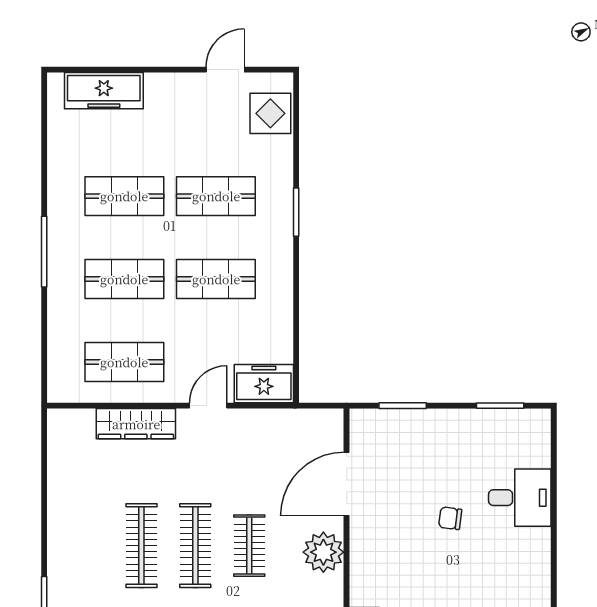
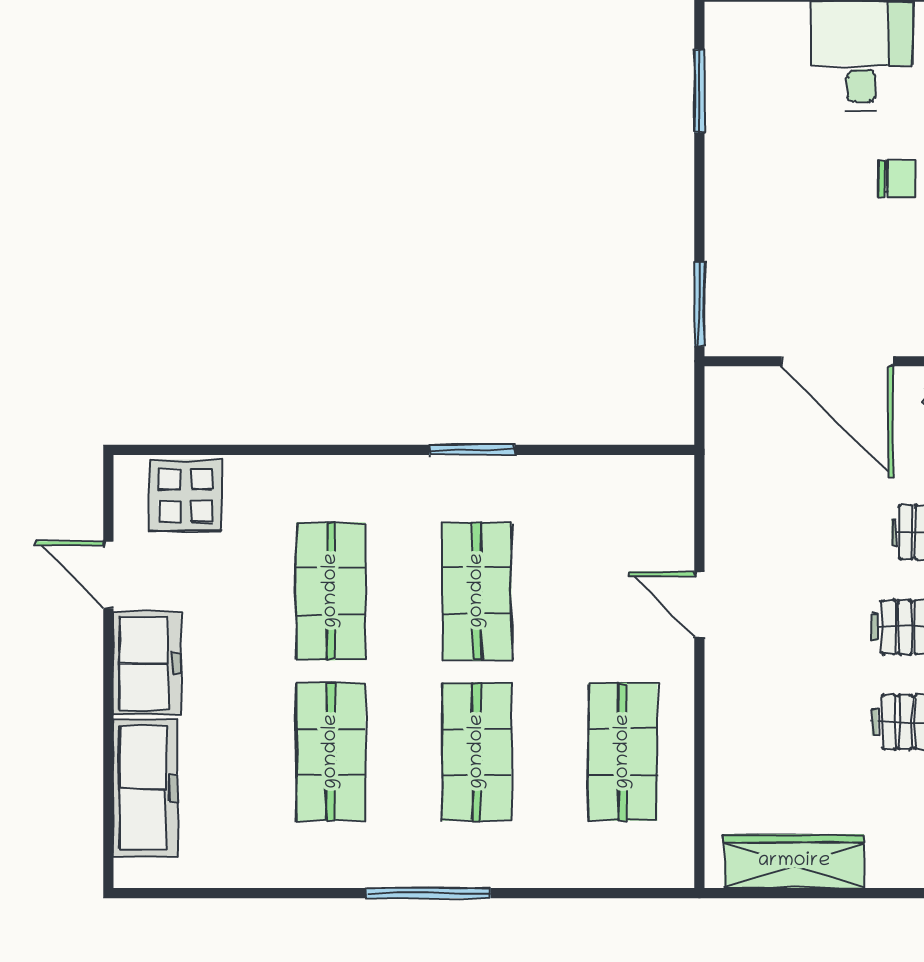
window: (296, 212) -> (472, 450), moved
freezer: (264, 384) -> (147, 663), moved, turned 180
window: (403, 406) -> (699, 304), moved
wardrobe: (136, 424) -> (794, 861), moved, turned -90
chair: (450, 518) -> (898, 179), turned -97

